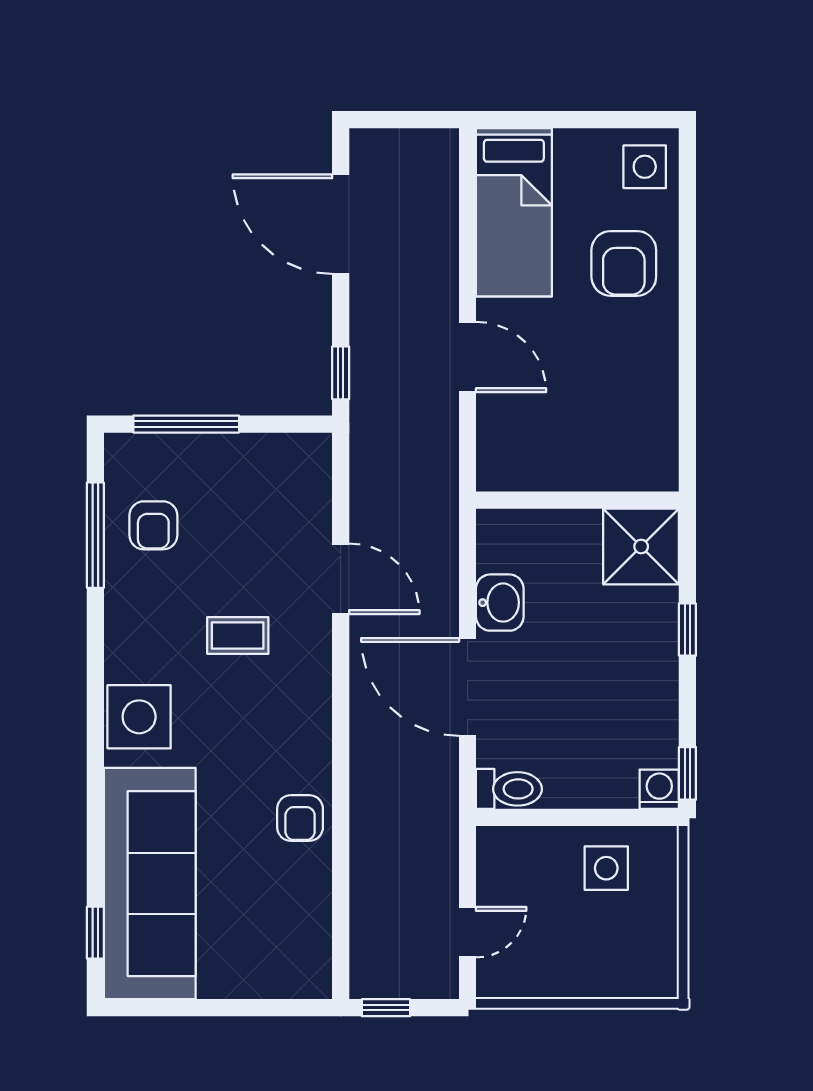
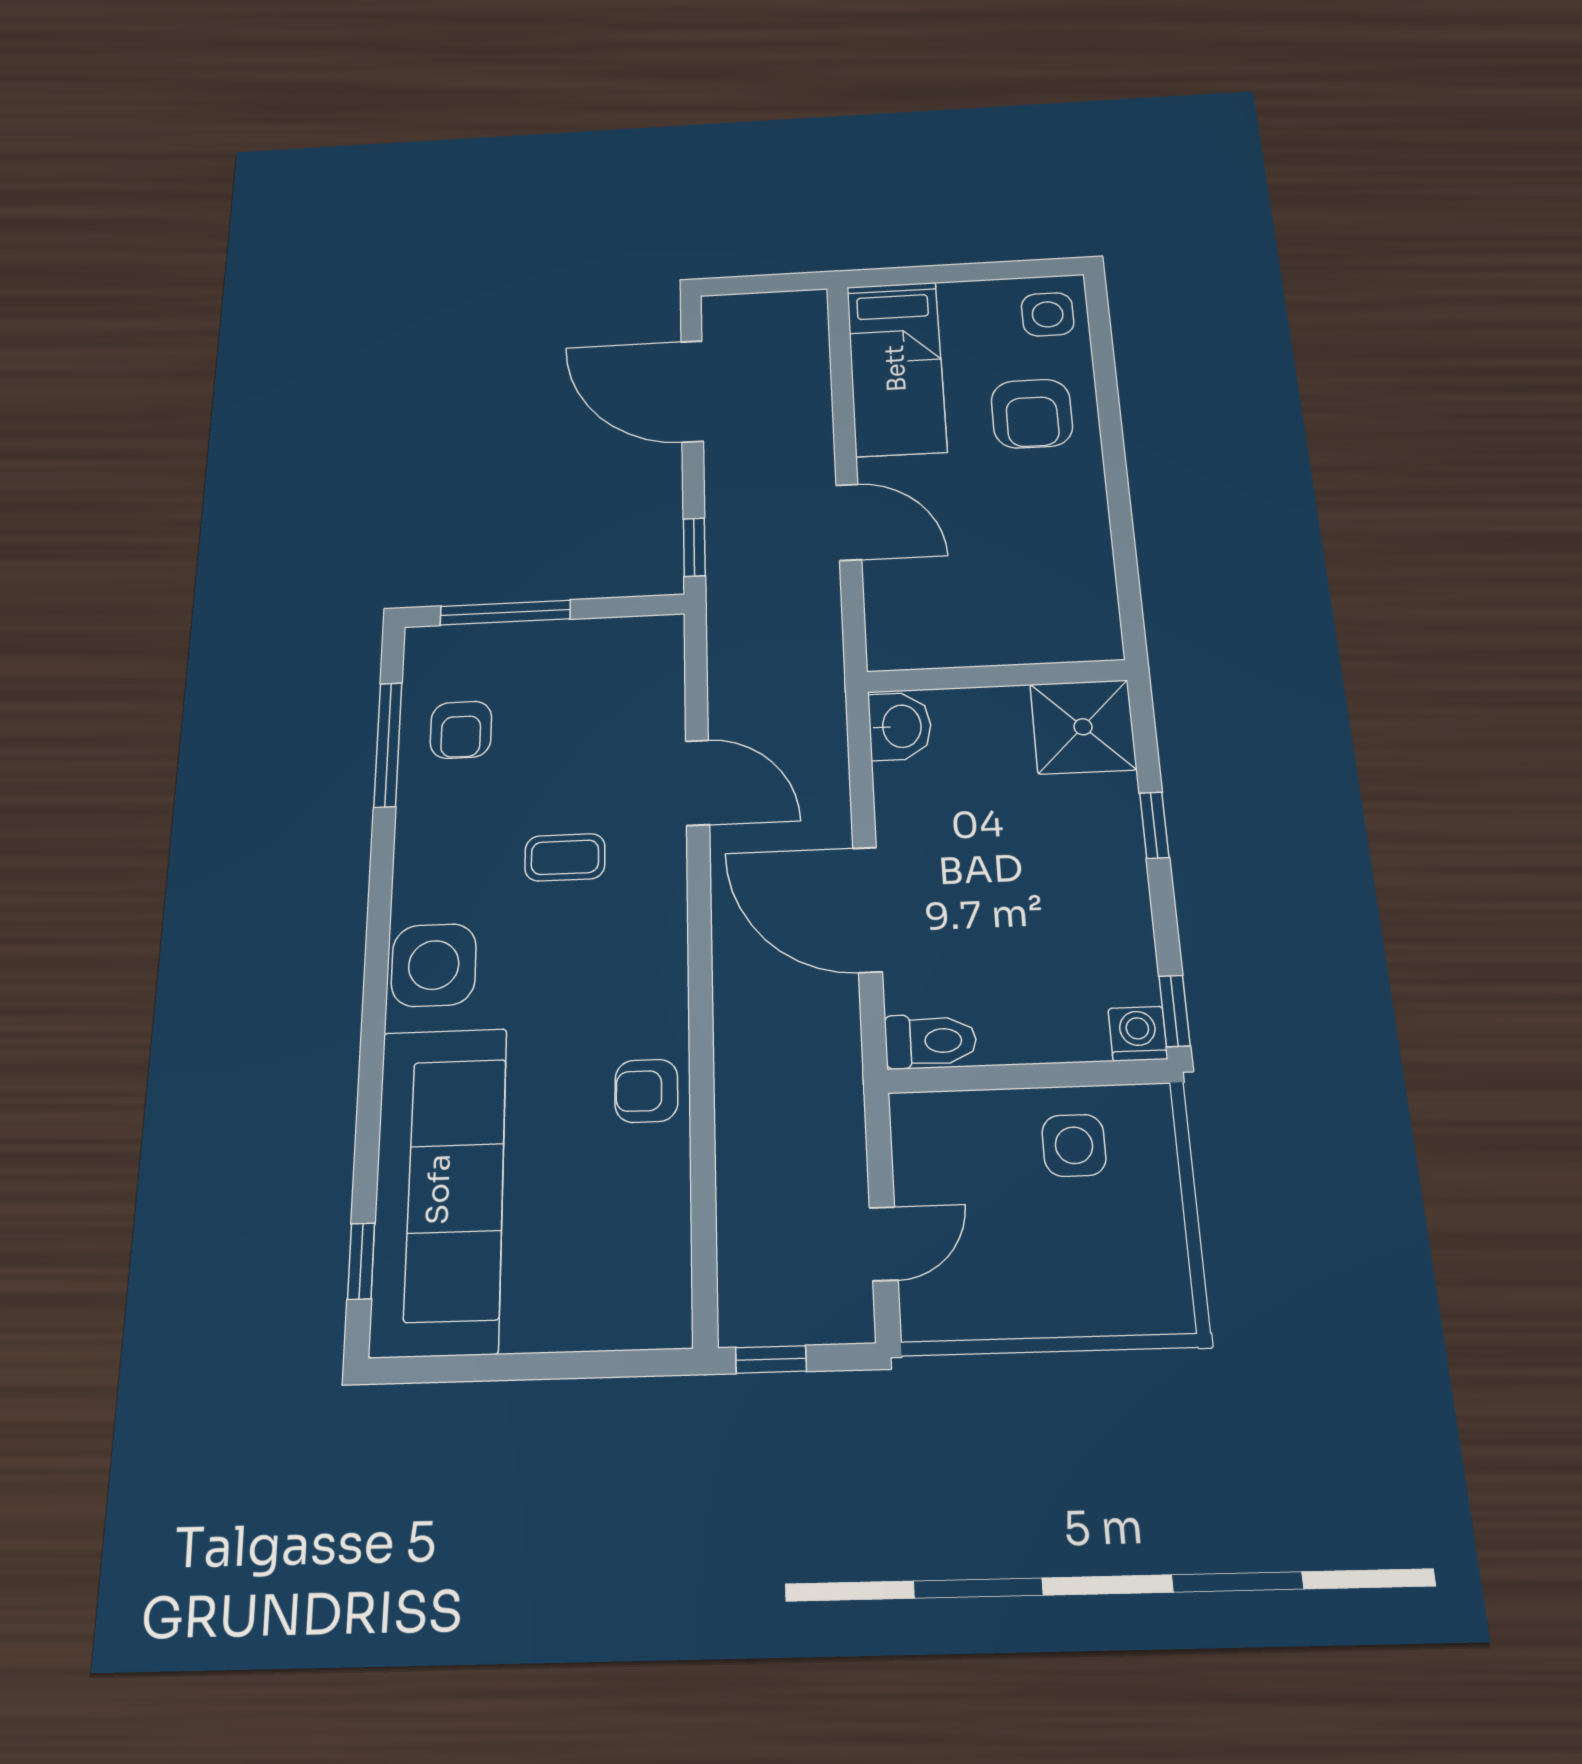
washbasin: (500, 603) -> (900, 726), moved
armchair: (300, 818) -> (646, 1091), turned 90

